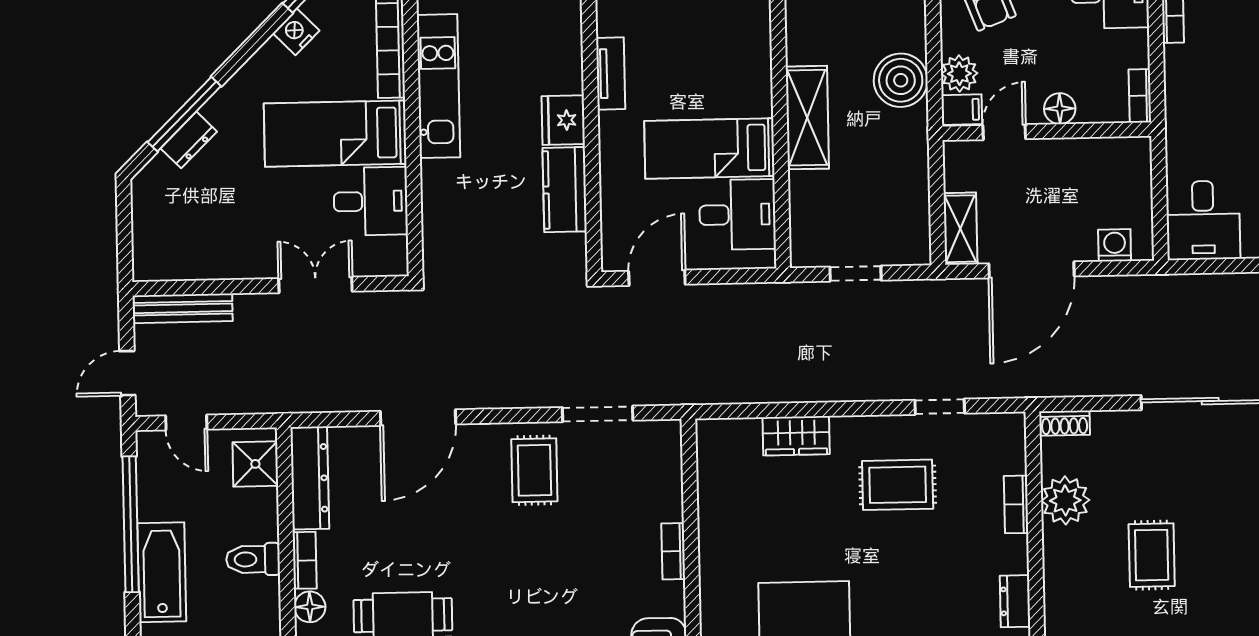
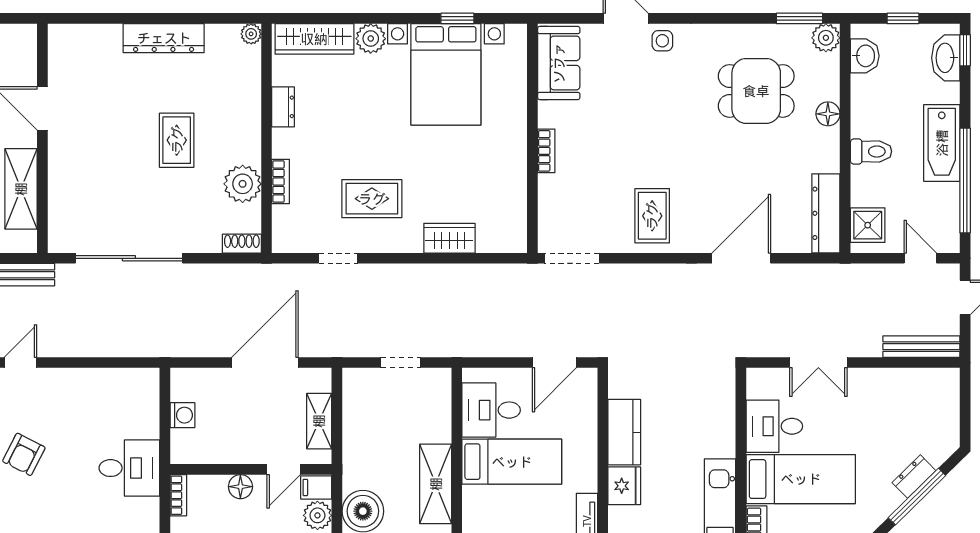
desk: (1203, 220) -> (129, 468), moved, turned 90
shelving: (960, 229) -> (319, 421), moved
washing machine: (1115, 245) -> (182, 415), moved, turned -90
doorway: (598, 414) -> (572, 258), moved
bookcase: (305, 560) -> (831, 150), removed

